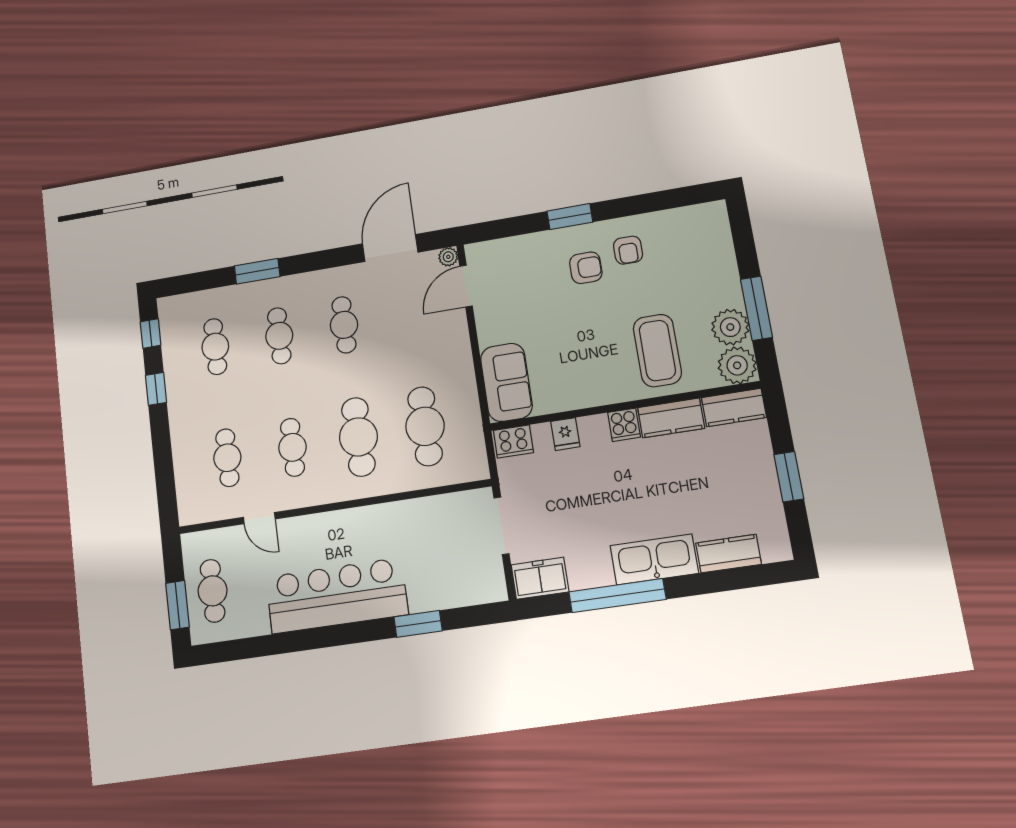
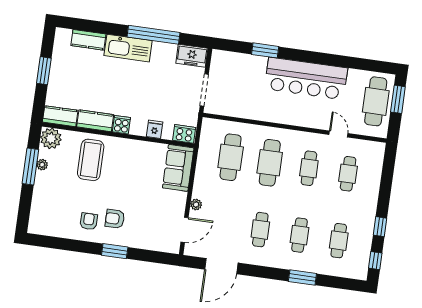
plant: (448, 257) -> (196, 205), moved
plant: (730, 327) -> (42, 165), width x0.53, depth x0.53
cafe table: (213, 591) -> (376, 101), width x1.37, depth x1.35

